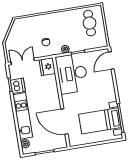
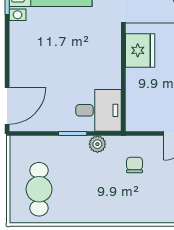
fridge: (47, 67) -> (140, 50), moved
desk: (72, 74) -> (99, 110), width x0.53, depth x0.77

